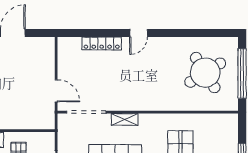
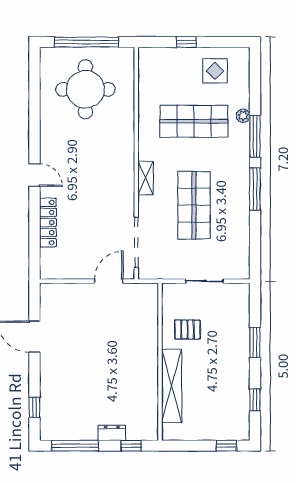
round table: (205, 73) -> (85, 89), turned 32
shelving: (125, 119) -> (146, 178), moved

